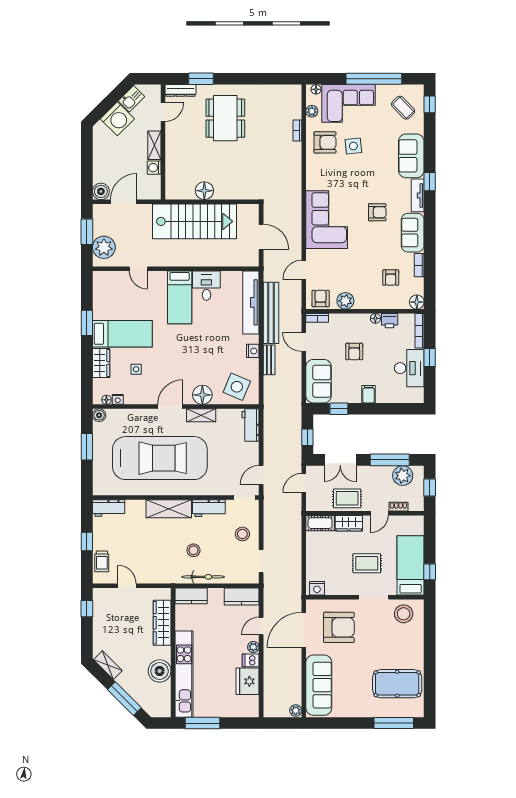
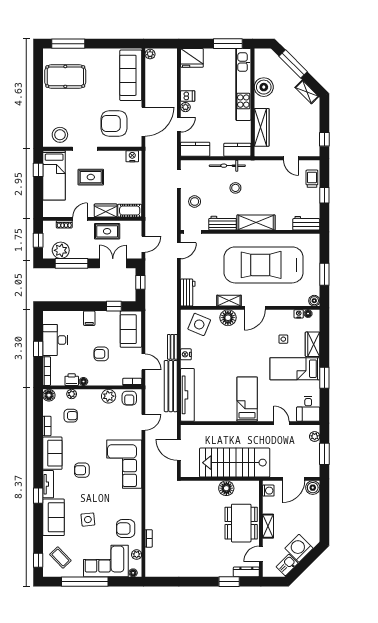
dining table: (225, 118) -> (241, 523), moved
side table: (353, 146) -> (88, 520), moved
washing machine: (154, 168) -> (268, 491), moved
plant: (104, 247) -> (315, 436), width x0.53, depth x0.53
armchair: (391, 278) -> (71, 416), turned 90
desk: (206, 286) -> (308, 409), moved
plant: (390, 303) -> (72, 394), added
armchair: (354, 352) -> (101, 354), turned -90
fridge: (248, 681) -> (192, 58), moved, turned 90

